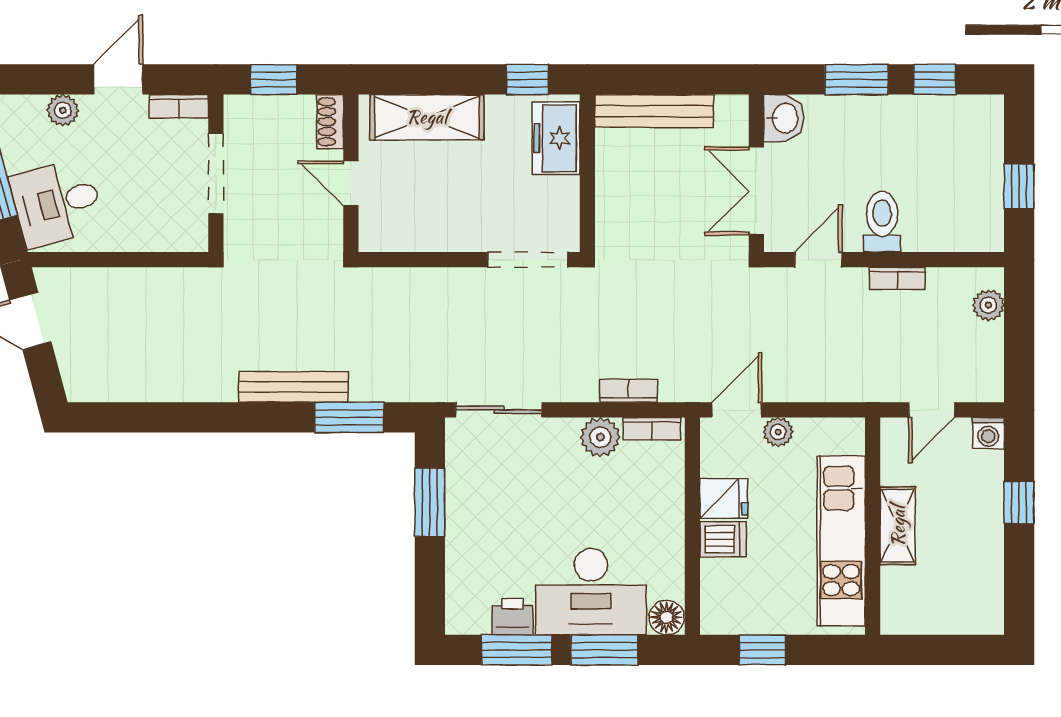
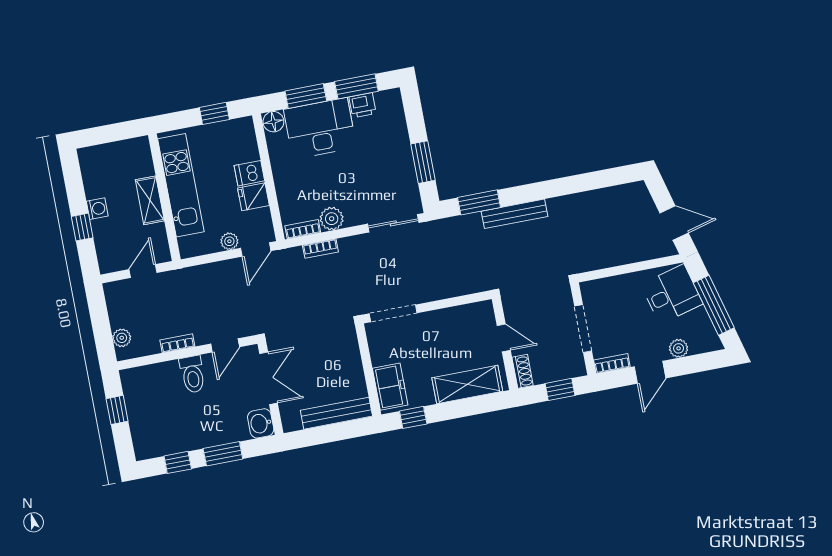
washing machine: (988, 433) -> (97, 209), moved, turned 90

